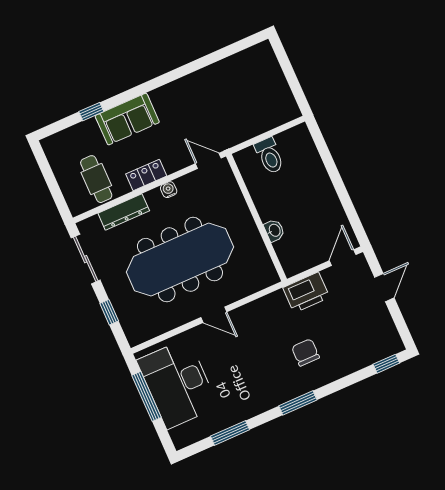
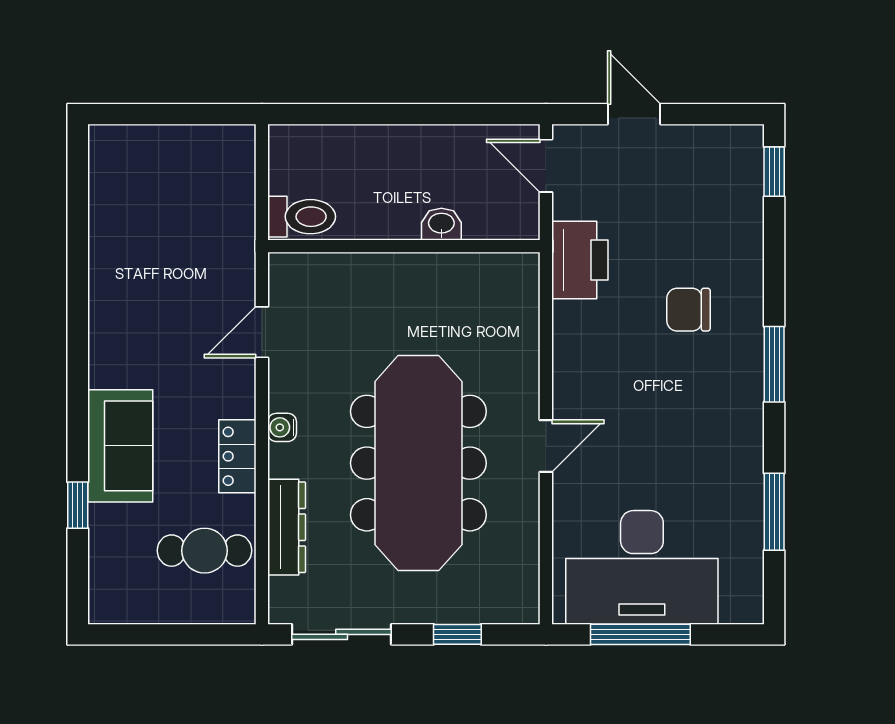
wall: (257, 218) -> (404, 246), moved
washbasin: (274, 230) -> (441, 224), moved

